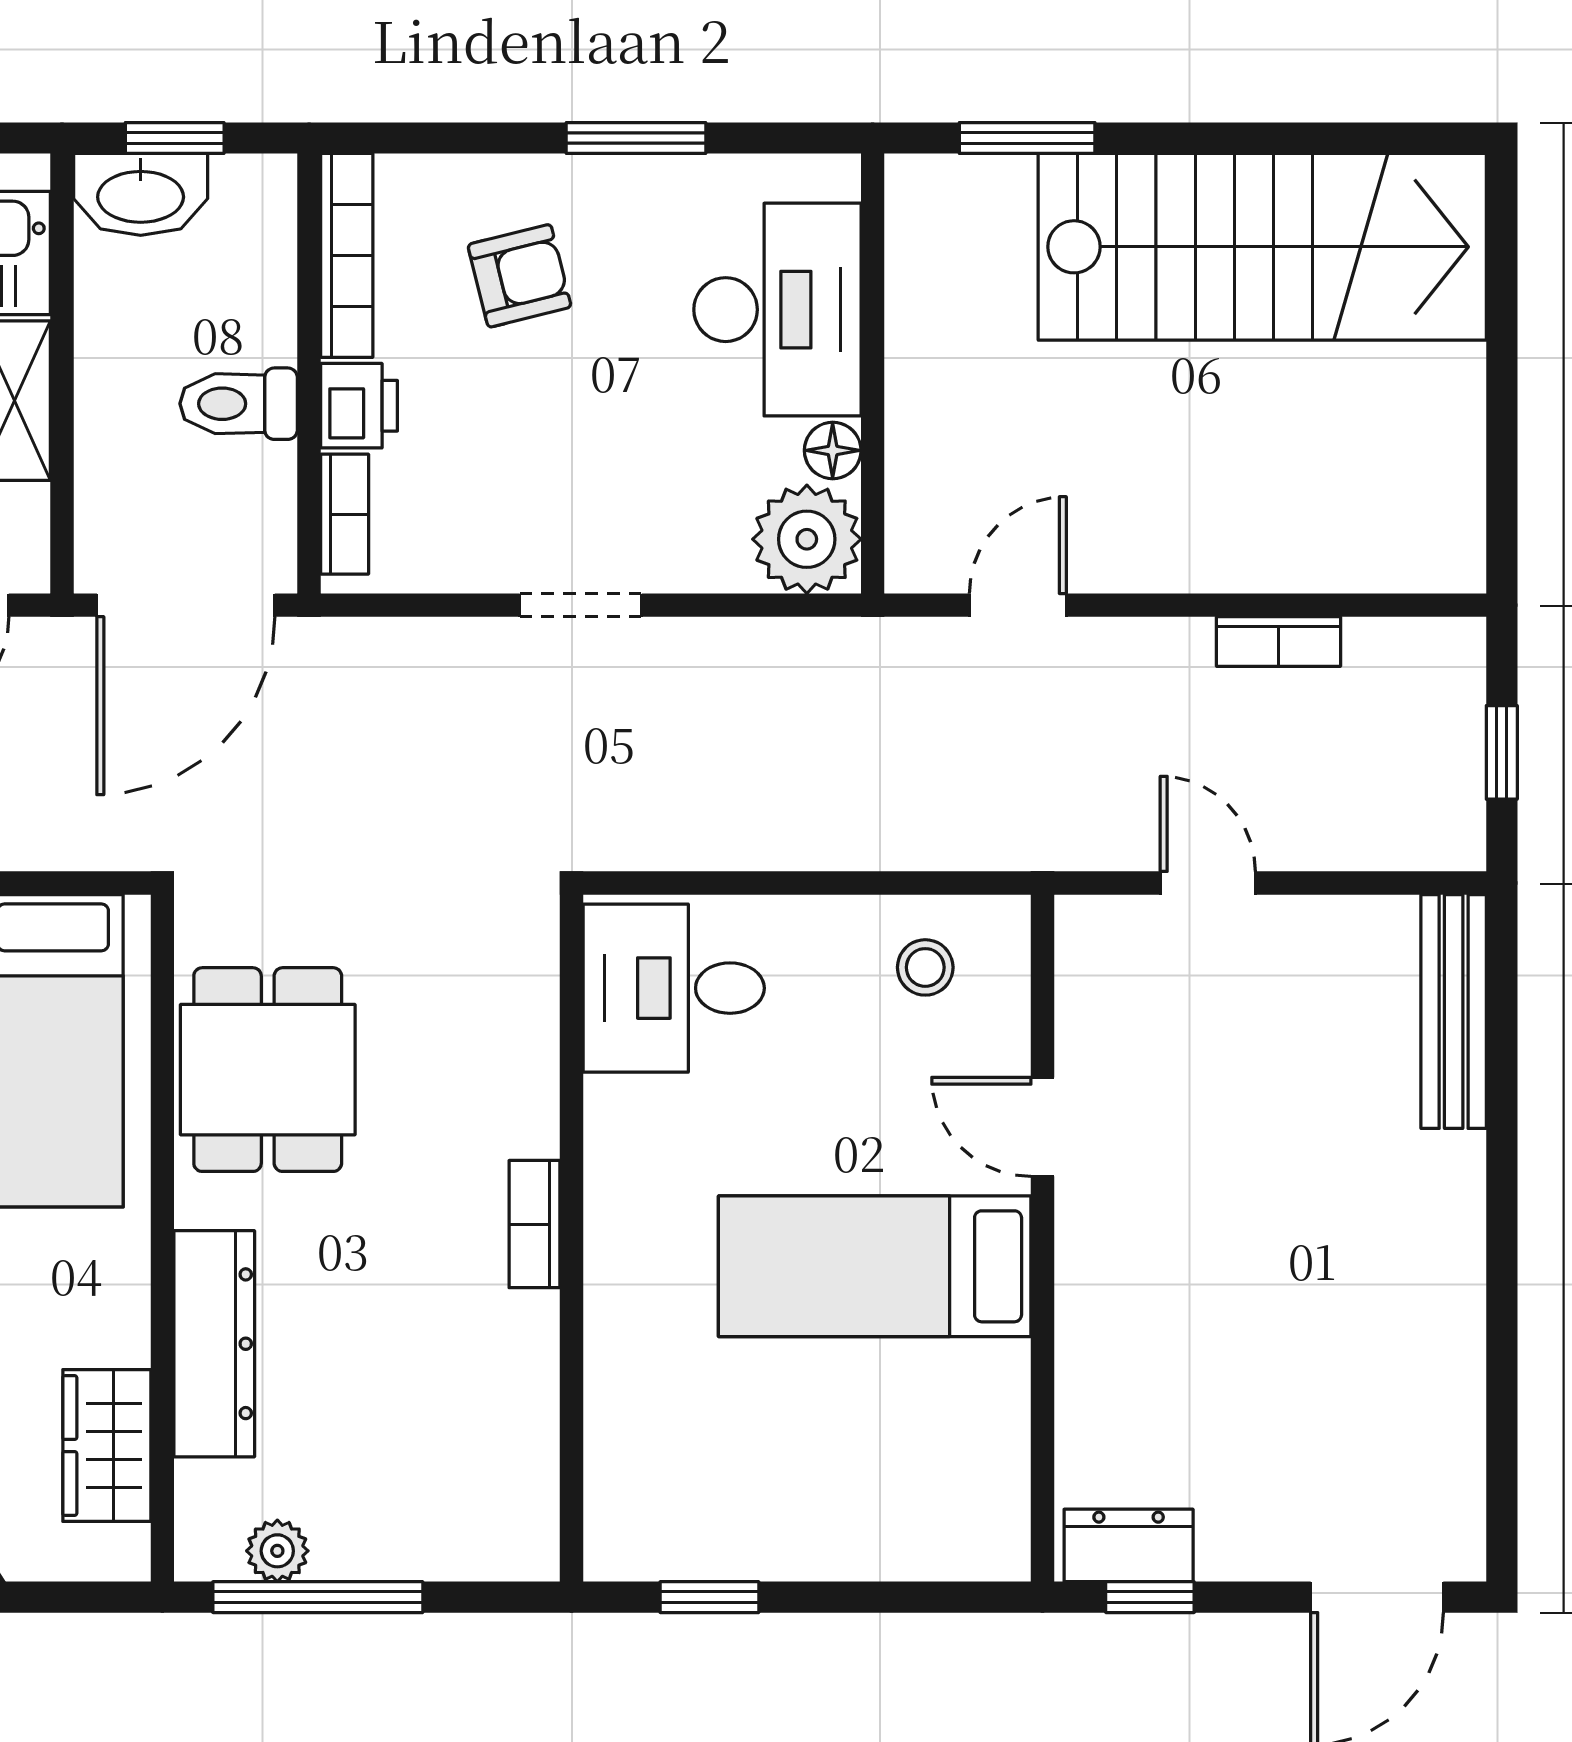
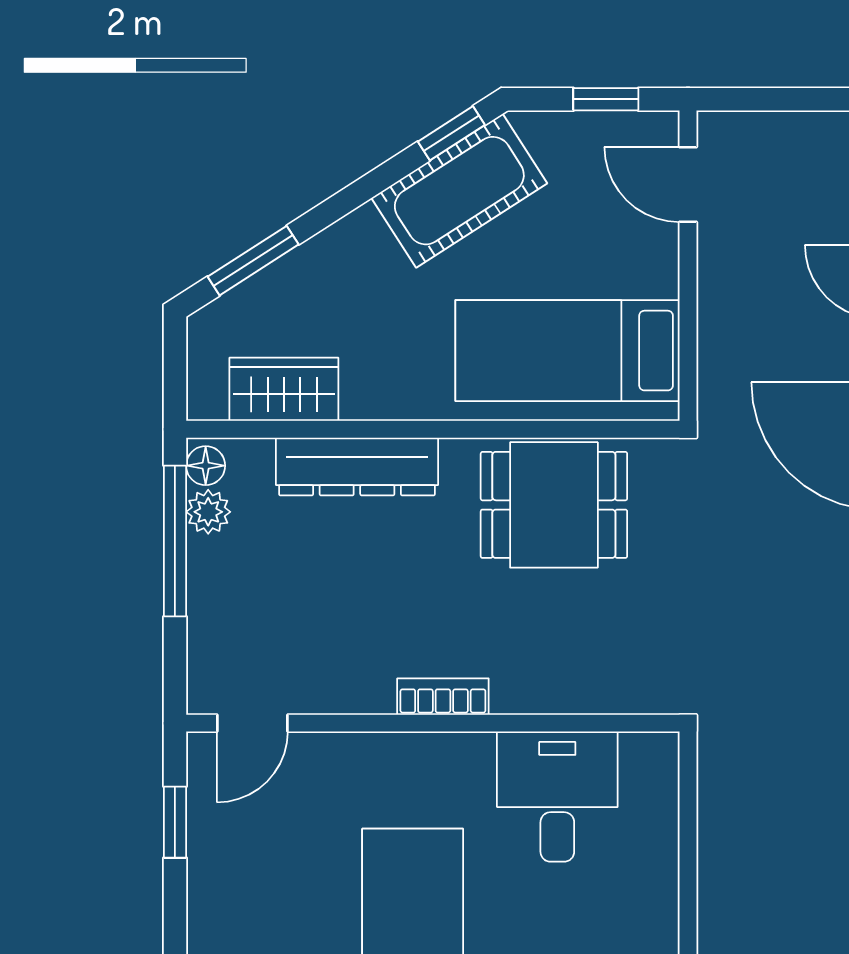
desk: (674, 988) -> (557, 797), moved
door: (572, 1489) -> (252, 723), added
floor lamp: (213, 1554) -> (206, 466), added

